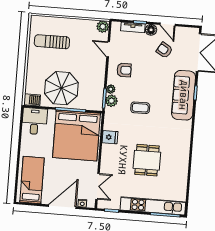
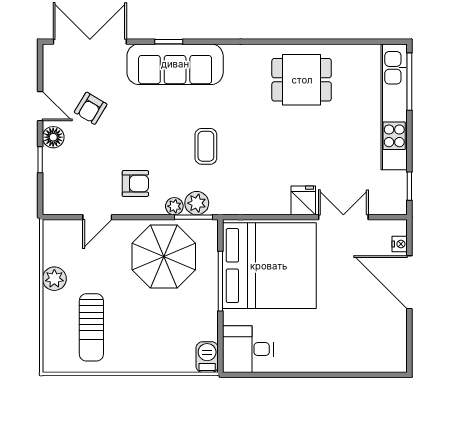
door: (168, 24) -> (40, 106), hinge flipped
plant: (103, 27) -> (54, 279), moved
tv unit: (133, 27) -> (51, 173), removed
armchair: (124, 70) -> (135, 184), turned 91
parasol: (61, 88) -> (164, 256), moved
fridge: (110, 137) -> (303, 200), moved
dining table: (147, 160) -> (302, 80), moved
bed: (32, 180) -> (362, 345), removed
double door: (97, 186) -> (343, 217), moved

